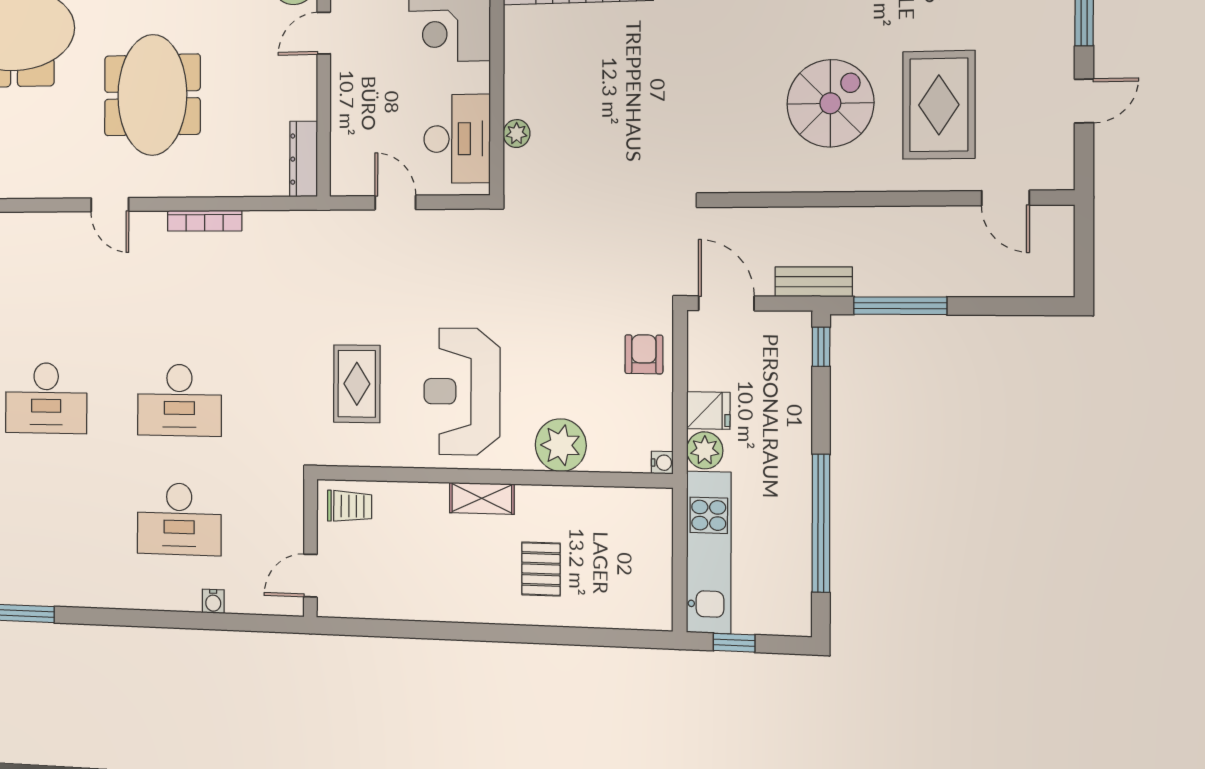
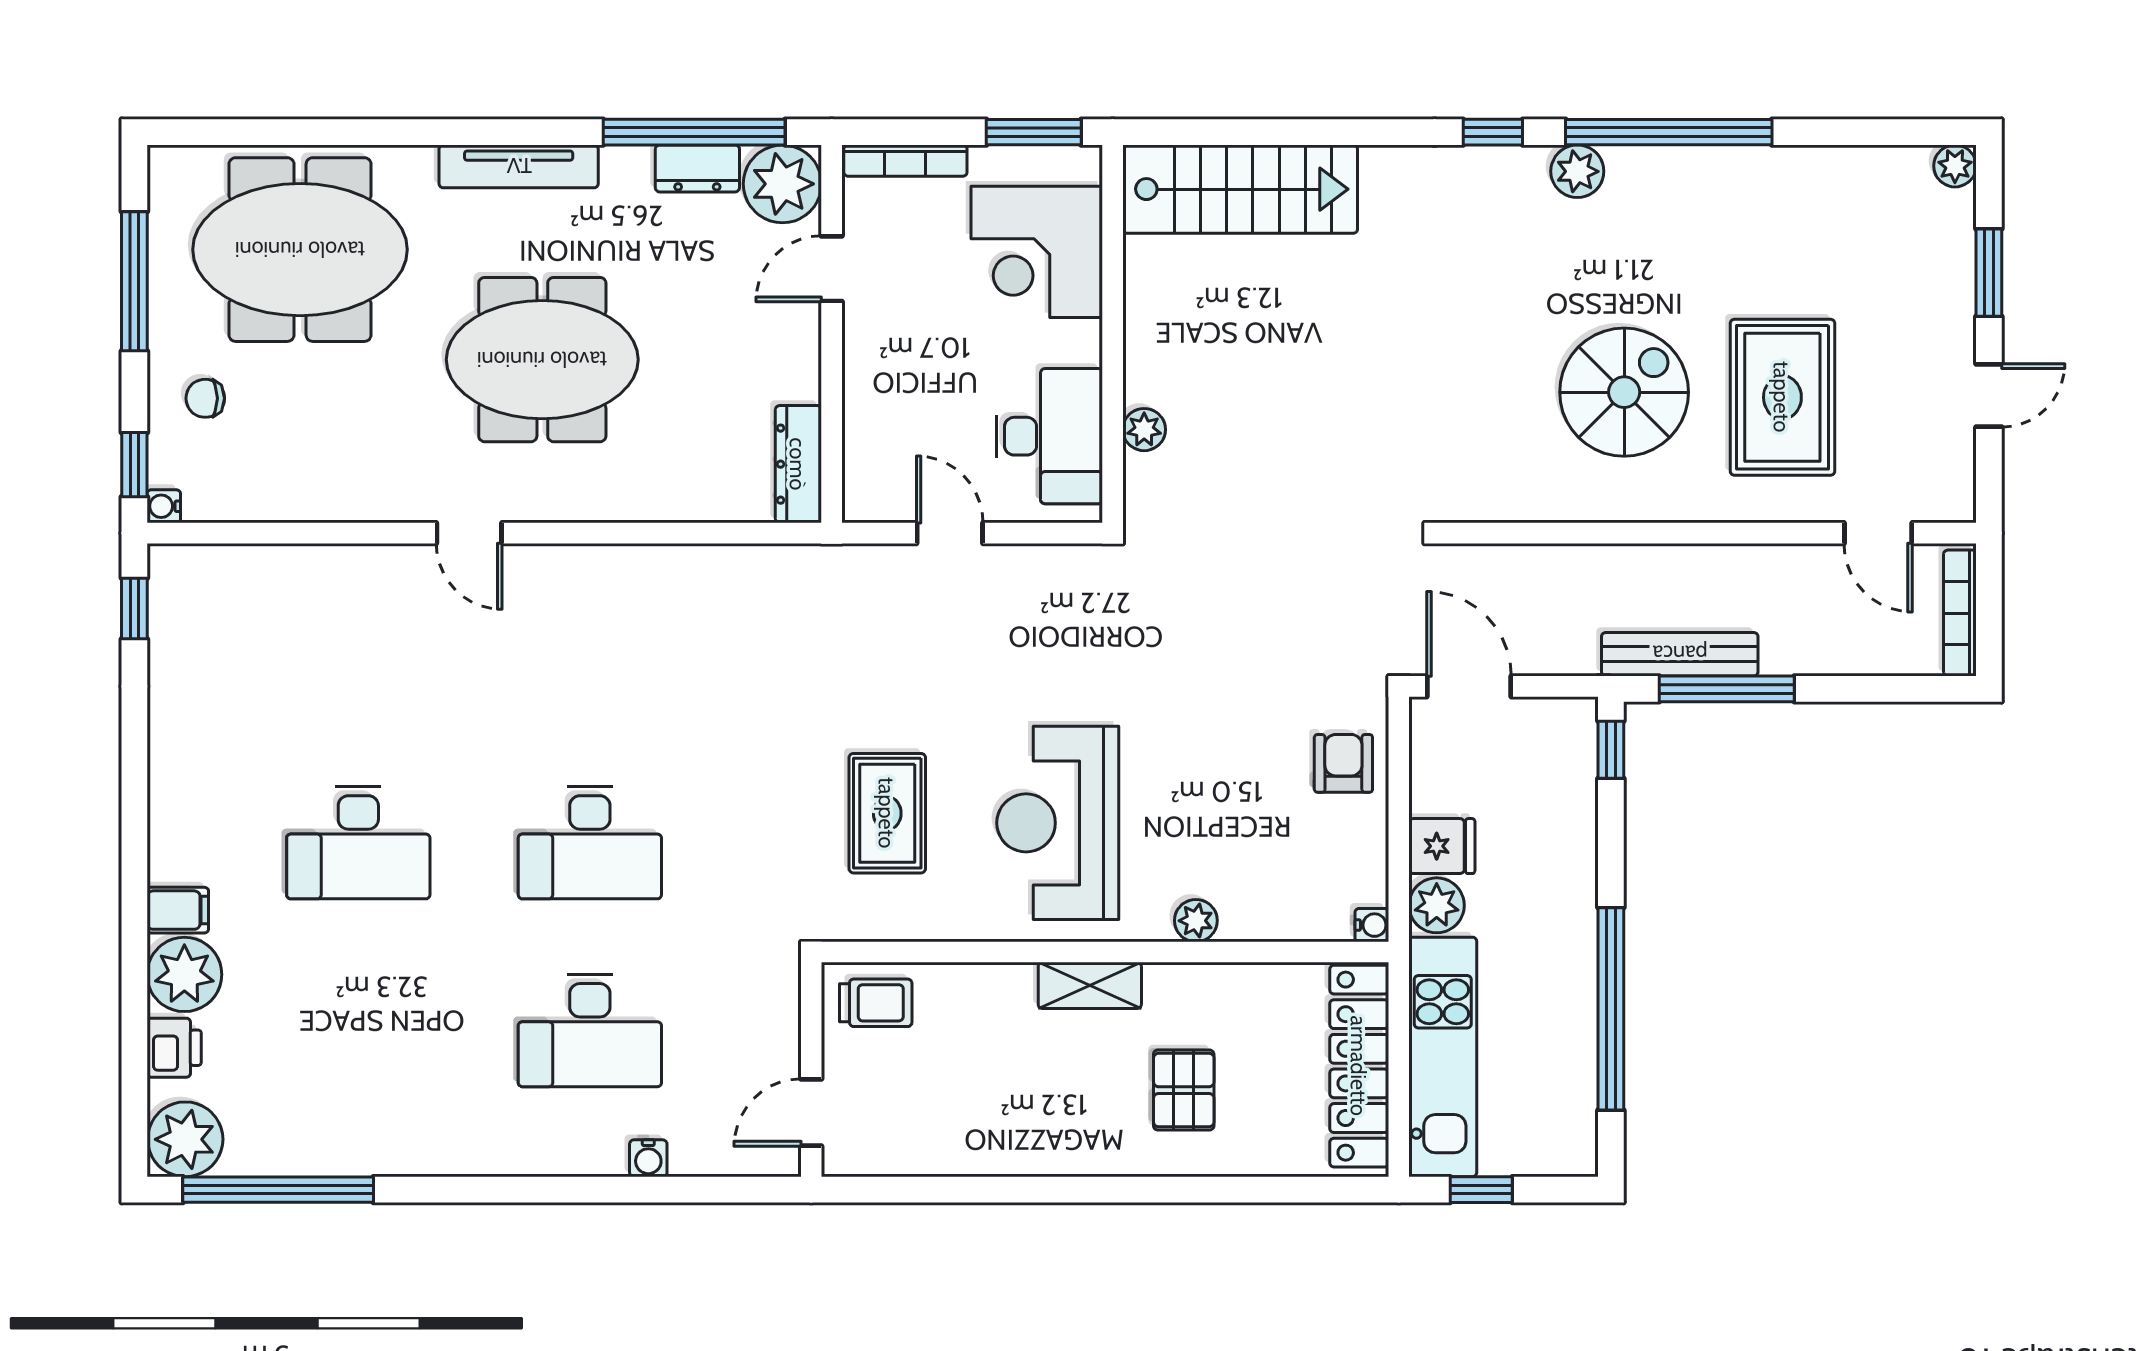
meeting table: (152, 95) -> (542, 360), turned 90
bookcase: (205, 221) -> (1960, 613), moved, turned 90
bench: (814, 282) -> (1680, 654), moved, width x1.36
plant: (561, 445) -> (1196, 921), width x0.53, depth x0.53
locker: (654, 557) -> (1359, 1066), added

